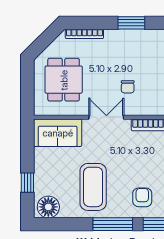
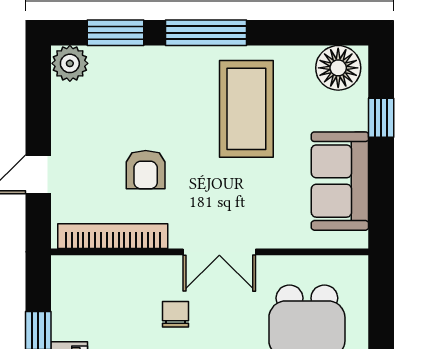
sofa: (58, 133) -> (340, 181), moved, turned -90
armchair: (142, 197) -> (146, 170), moved

